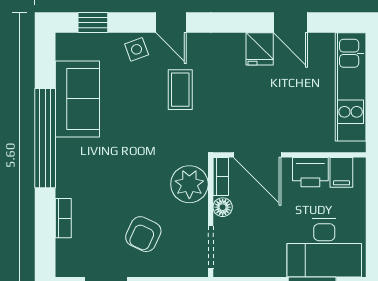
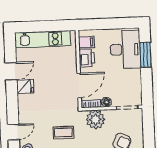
coffee table: (180, 90) -> (63, 132), moved

